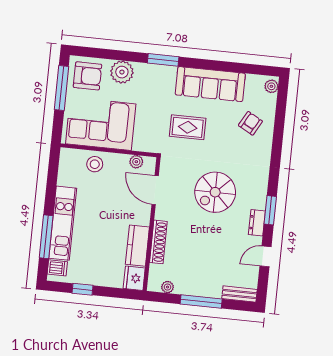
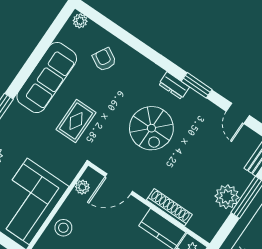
dresser: (257, 223) -> (174, 86), moved
plant: (168, 287) -> (227, 197), moved, width x1.88, depth x1.88

